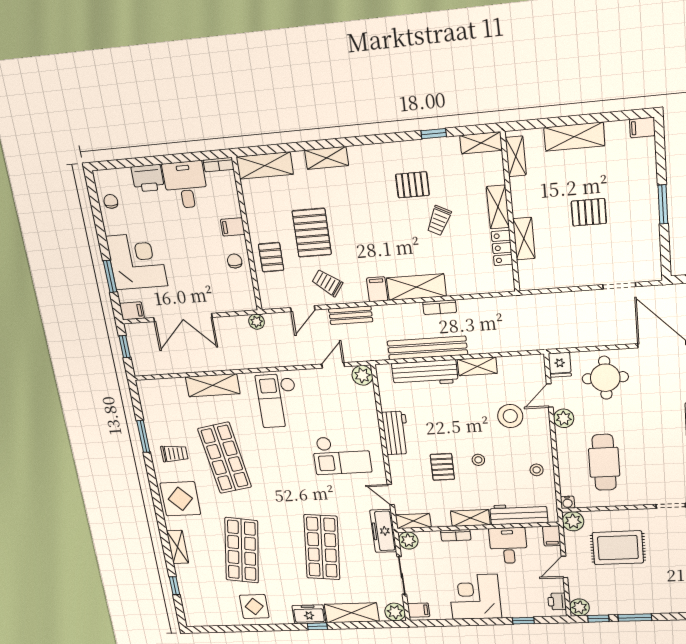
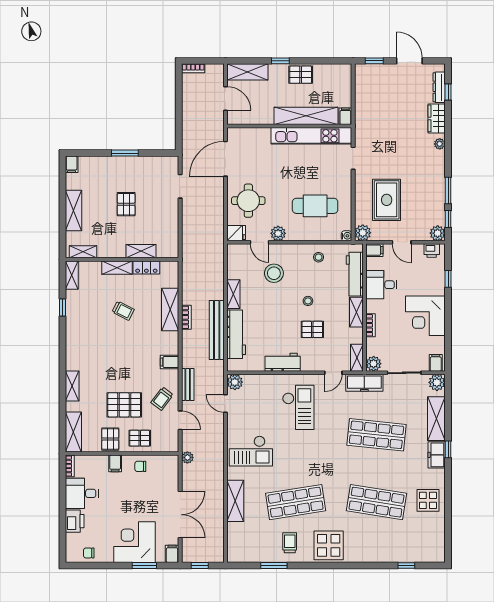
pallet: (412, 185) -> (110, 439), moved
shelving: (416, 287) -> (170, 310), moved
shelving: (178, 547) -> (371, 556), removed

